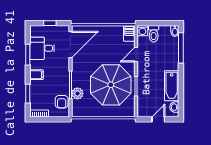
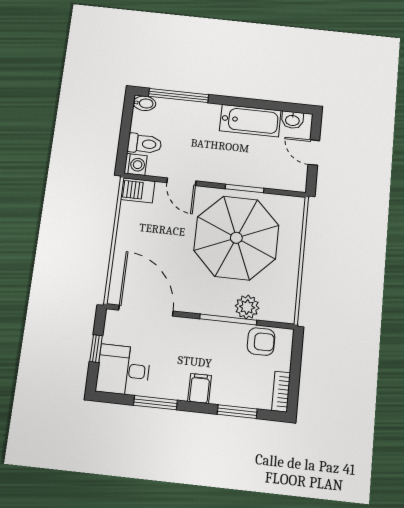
desk: (42, 48) -> (123, 370), moved, turned 90

